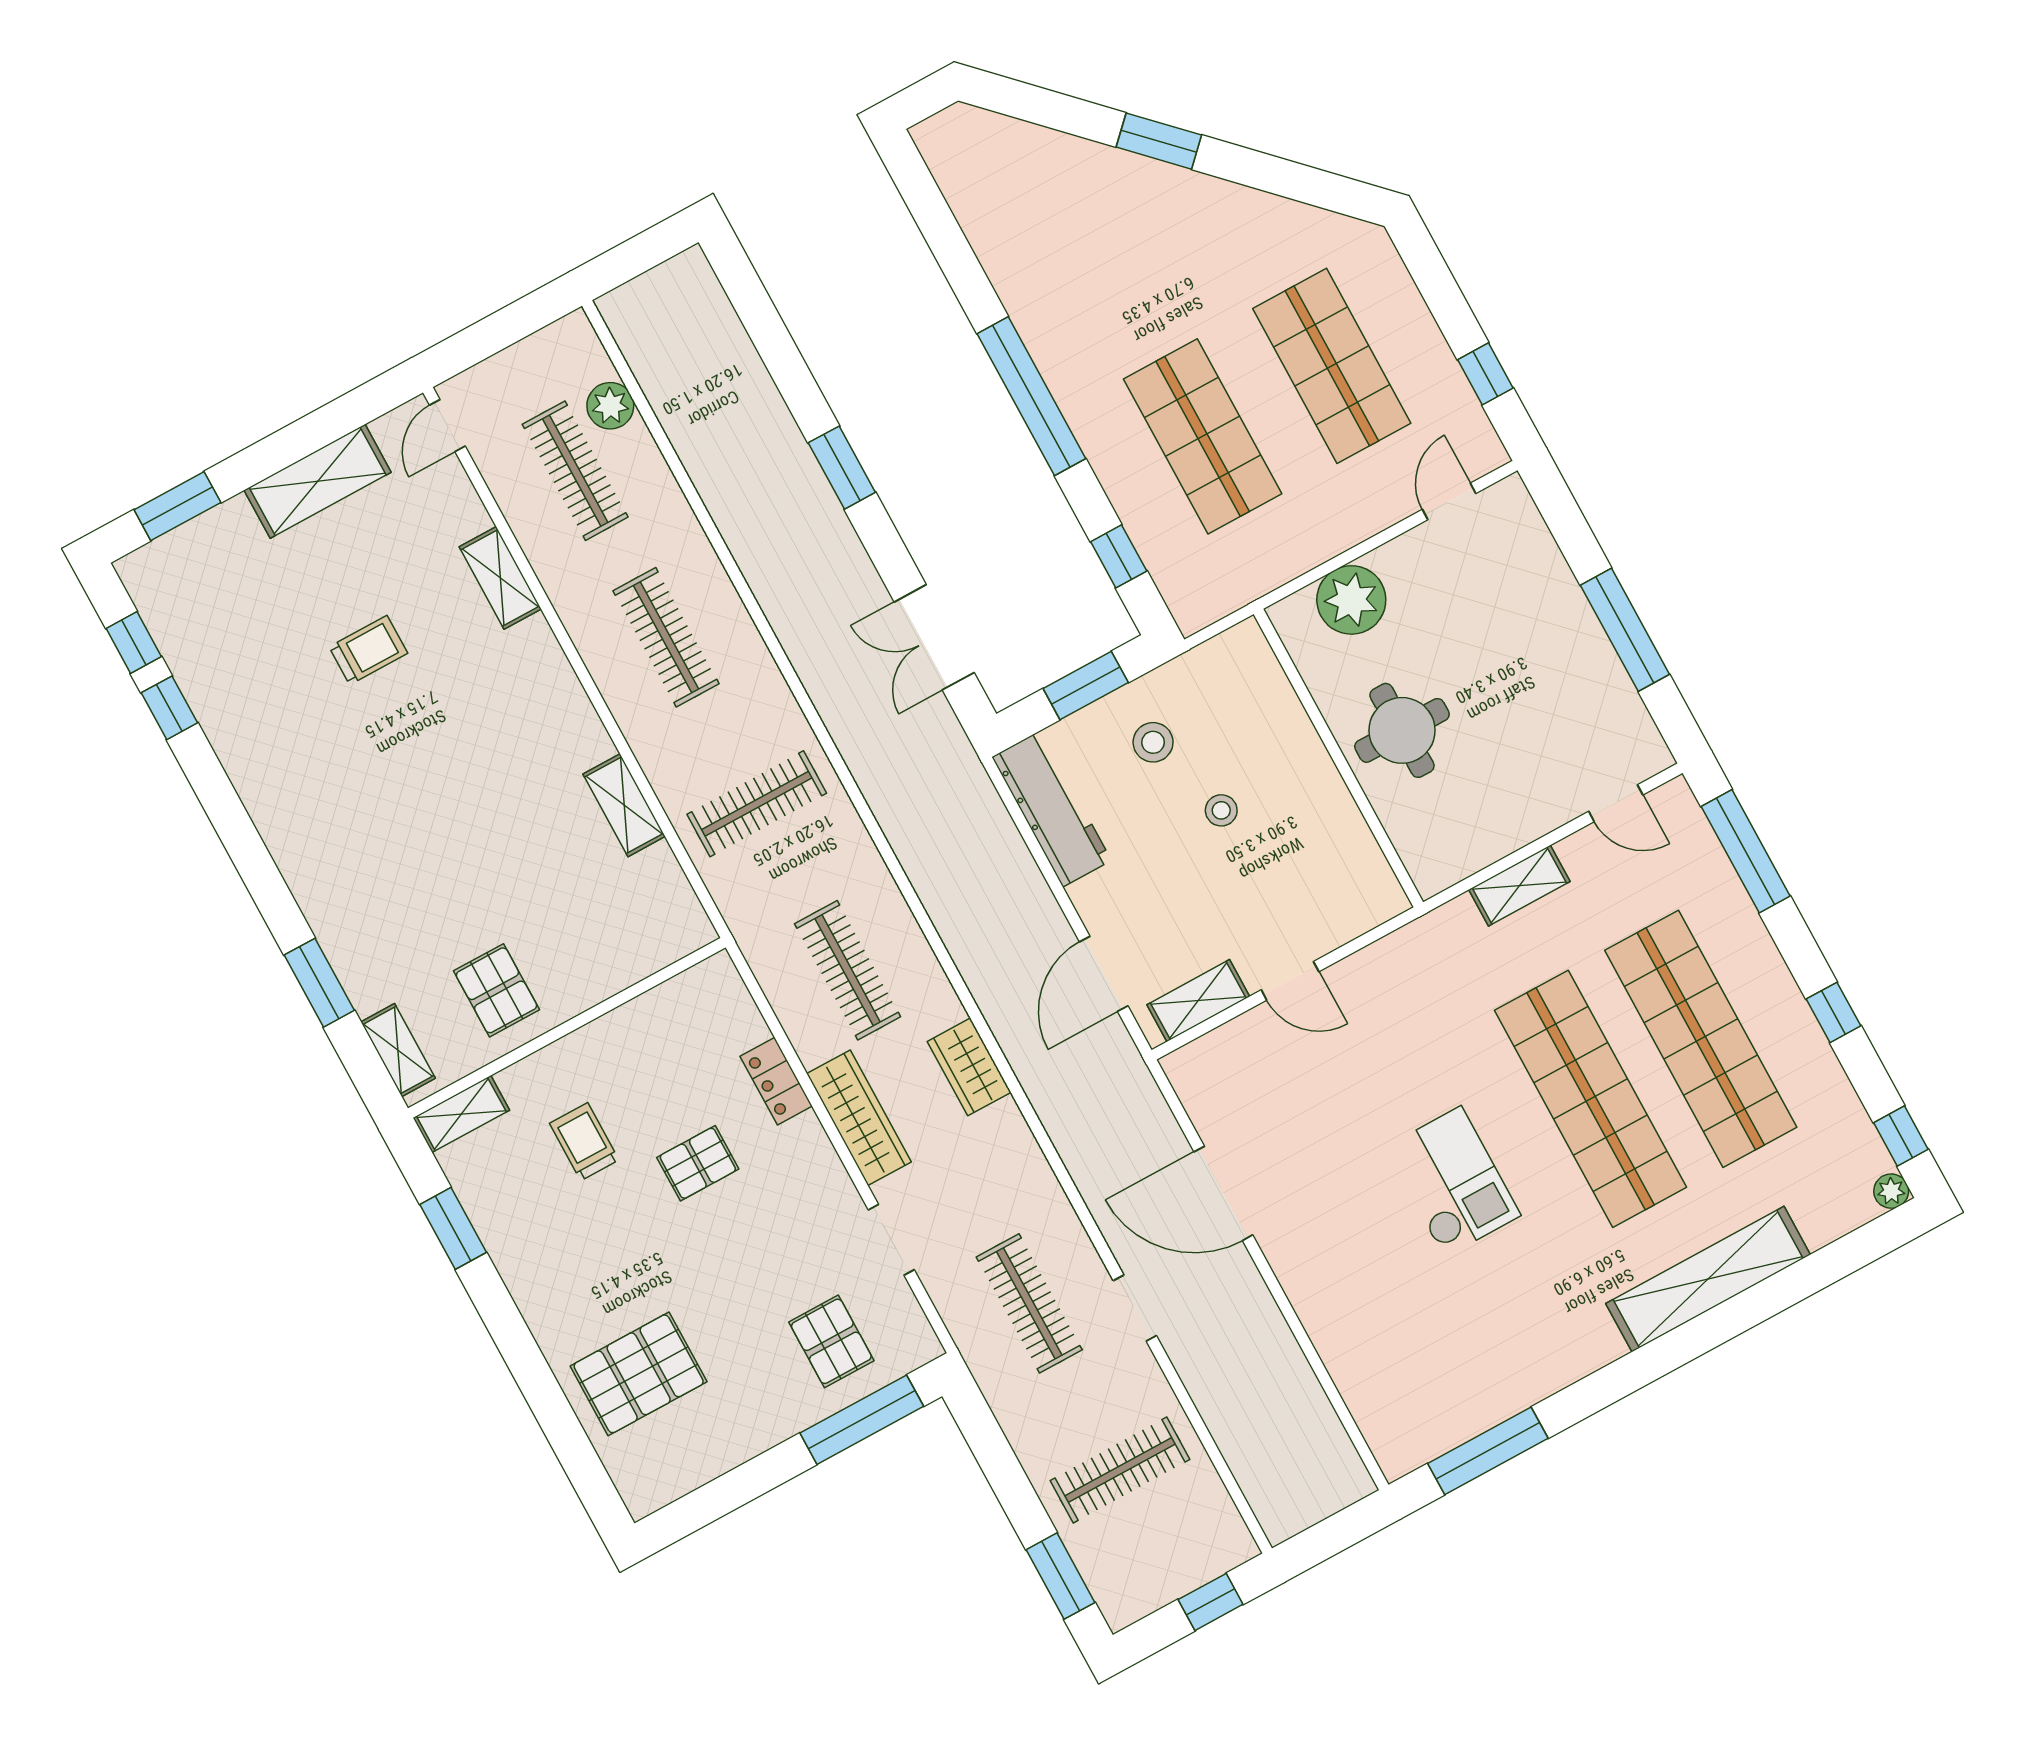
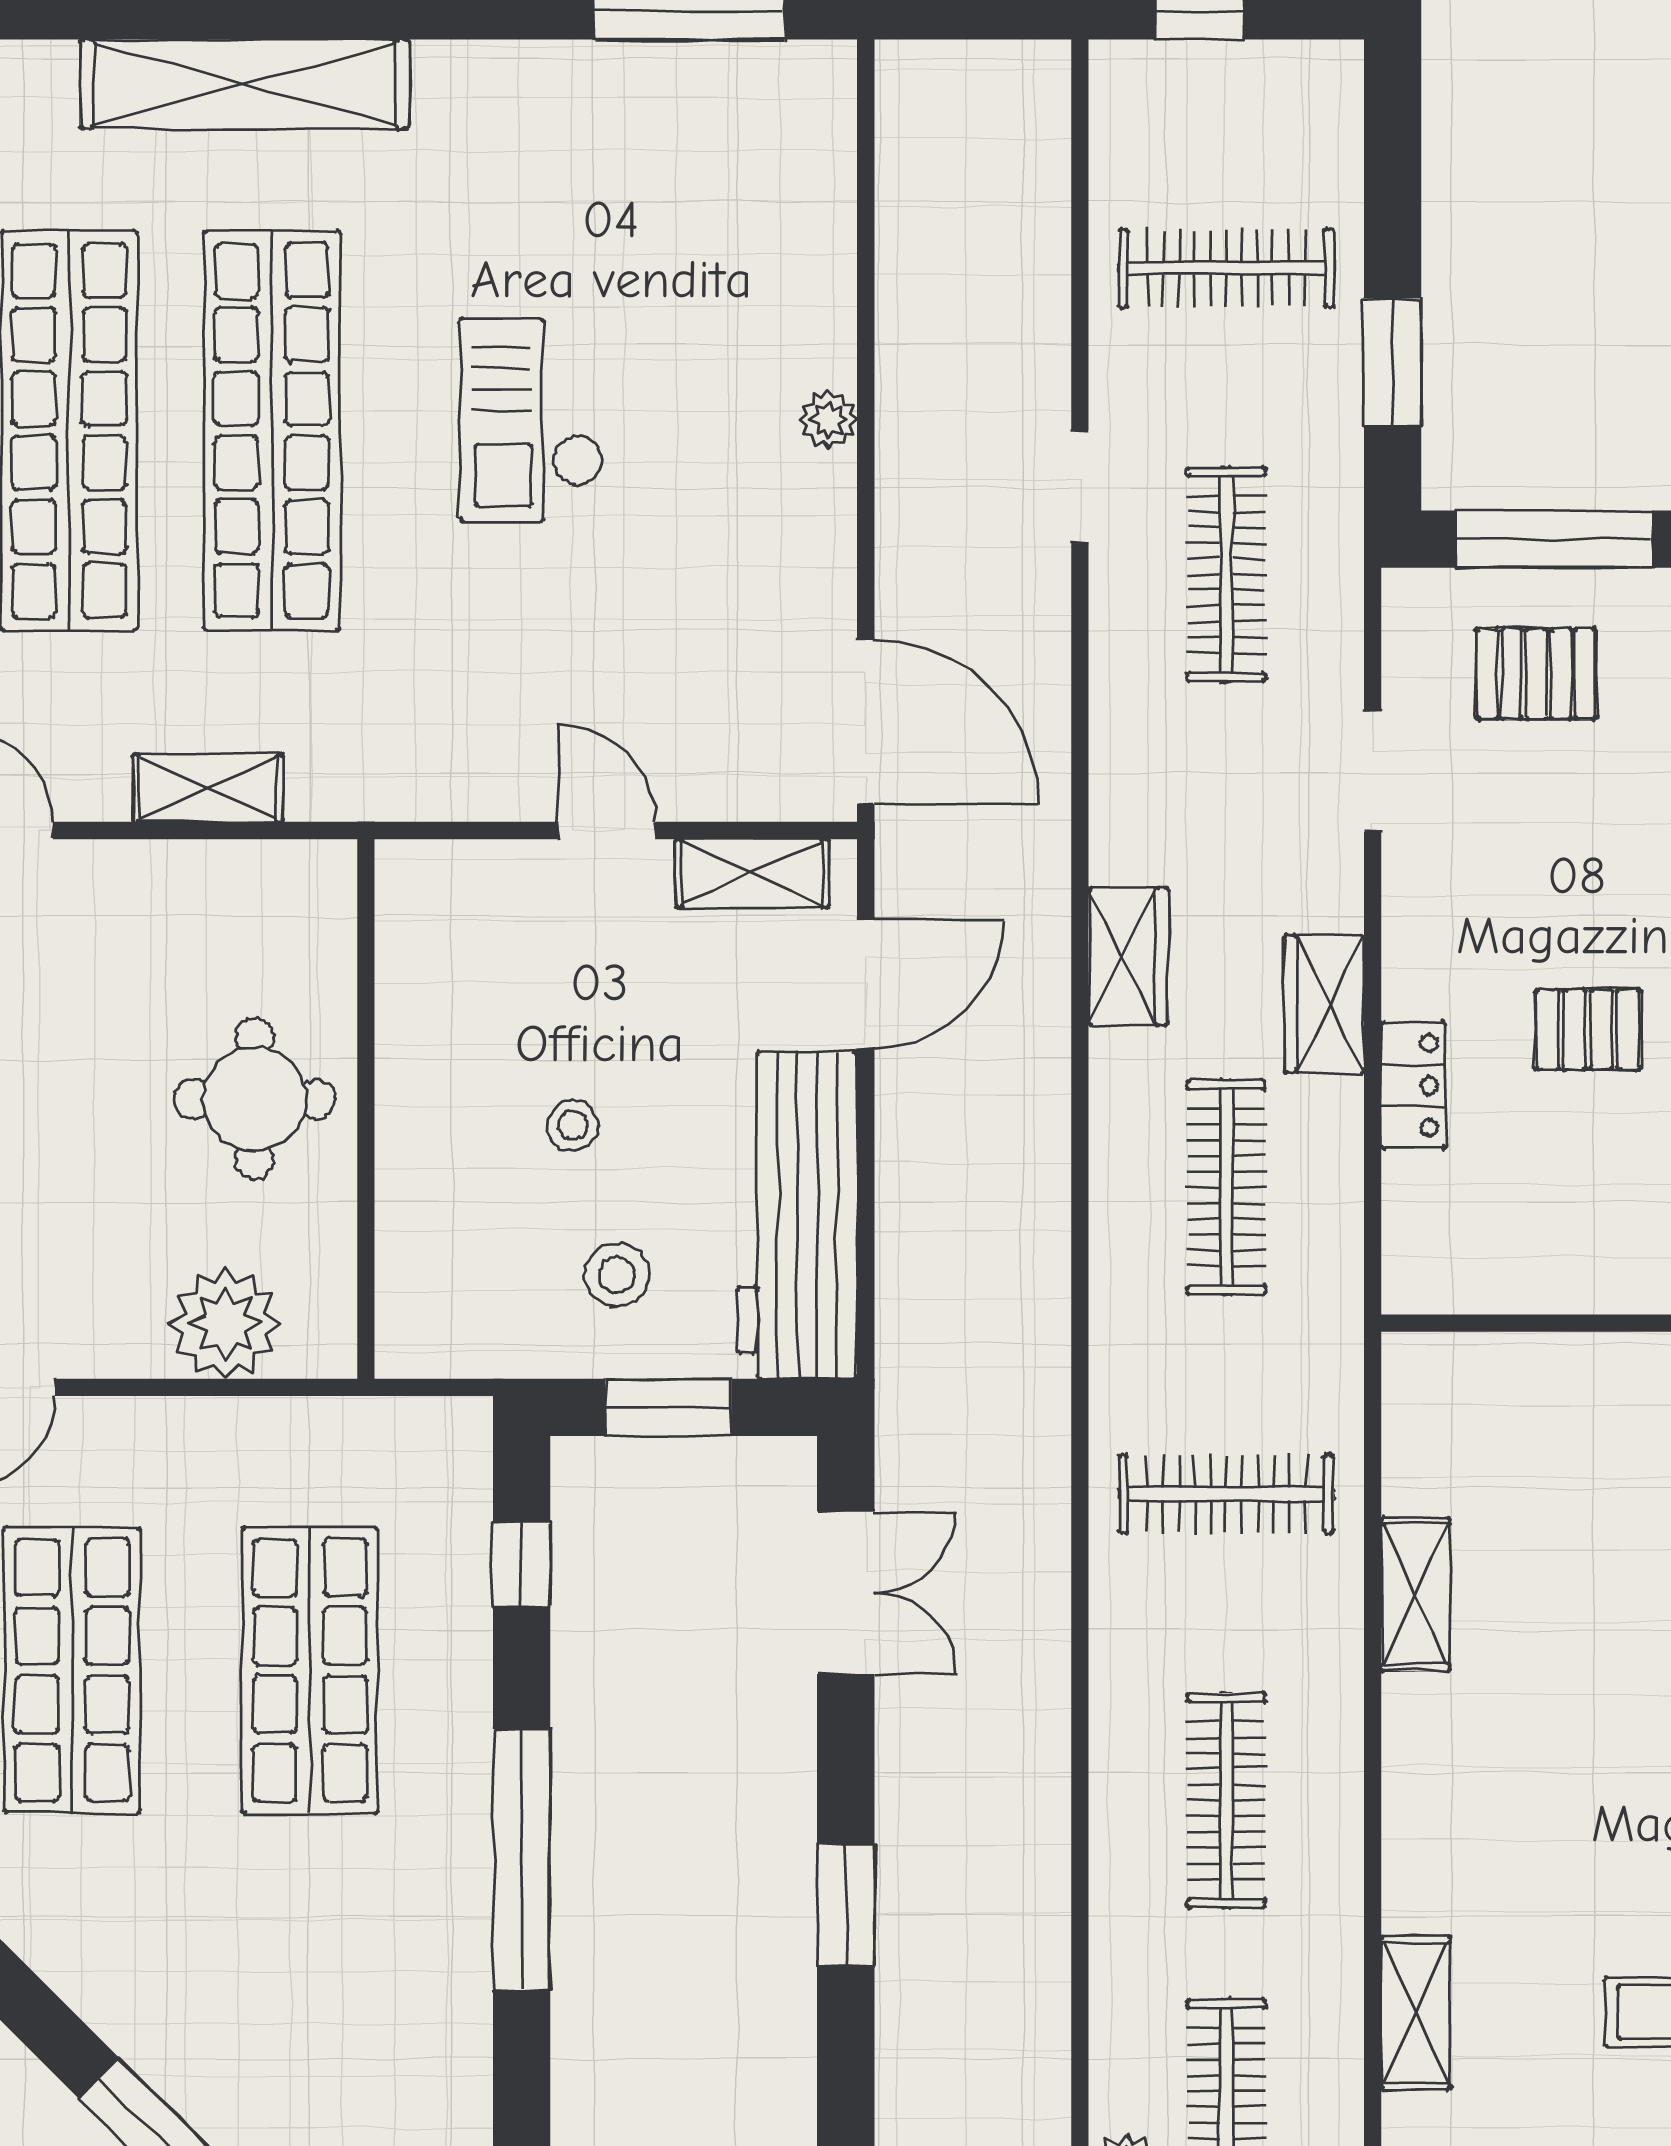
workbench: (1052, 809) -> (798, 1215), width x1.36, depth x1.32
wardrobe: (859, 1118) -> (1324, 1004), width x0.67
door: (1223, 1193) -> (866, 722), moved
plant: (1291, 1270) -> (828, 420), added
pallet: (831, 1341) -> (1536, 674), turned 90
window: (1061, 1576) -> (1393, 362), moved

